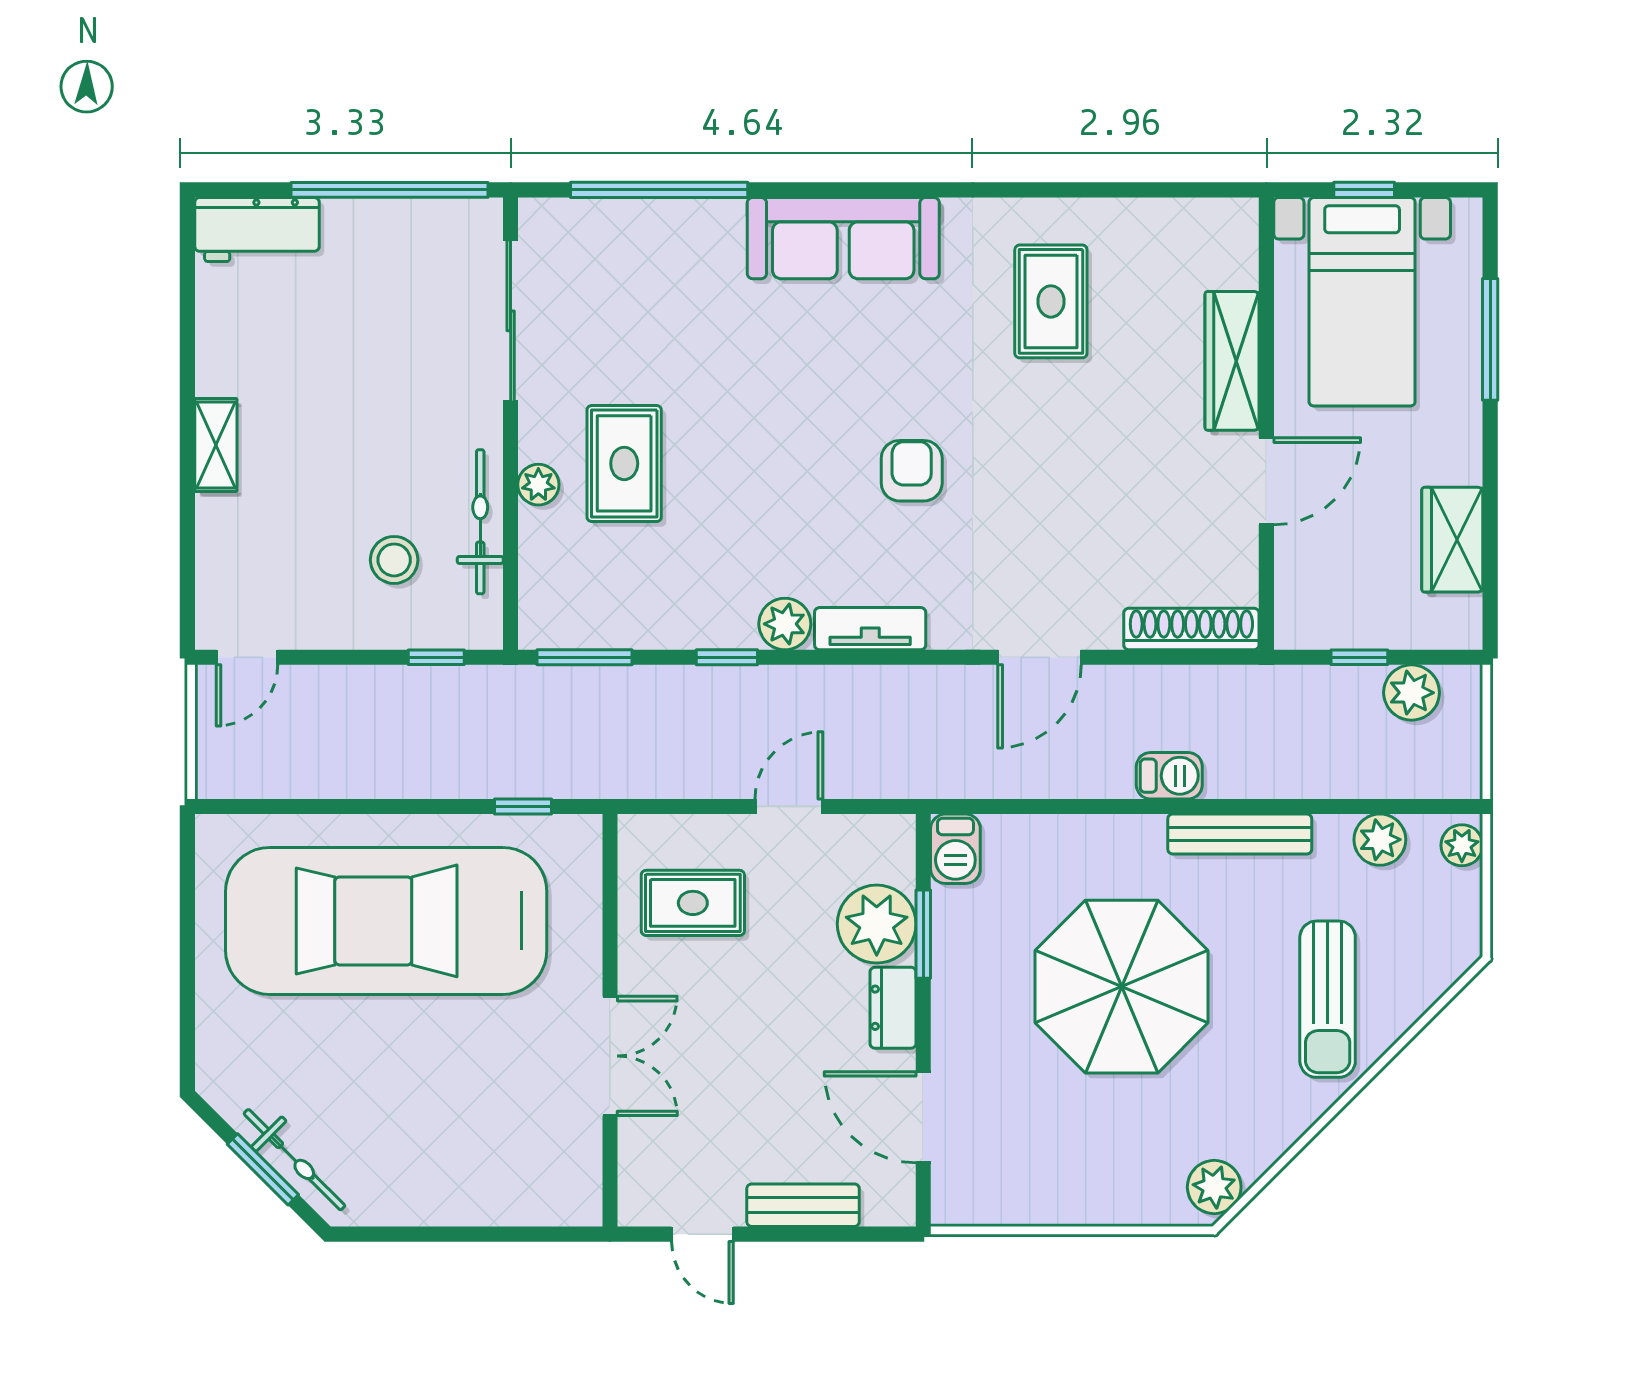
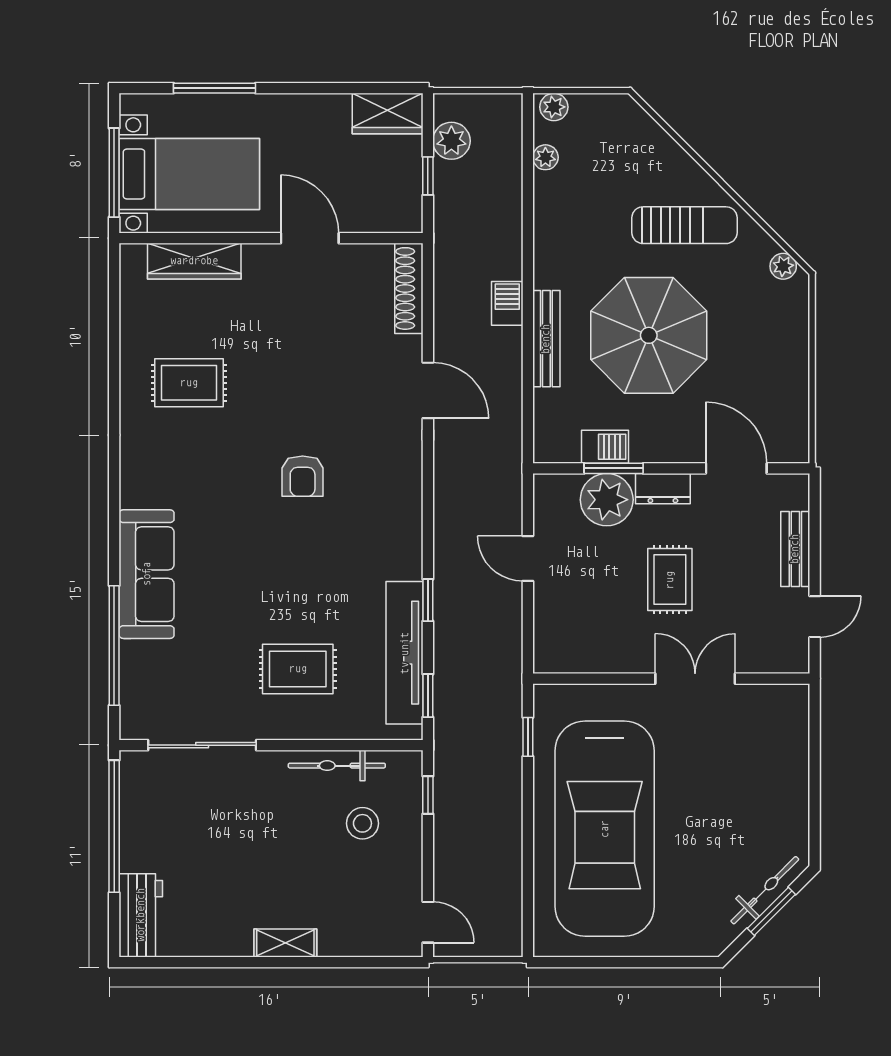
window: (1364, 190) -> (114, 173), width x2.17
sofa: (843, 238) -> (147, 574), moved
wardrobe: (1232, 361) -> (194, 261), moved
armchair: (912, 471) -> (303, 476), turned -90
plant: (538, 485) -> (312, 727), removed
wardrobe: (1452, 540) -> (388, 114), moved
plant: (785, 624) -> (405, 561), removed
tv unit: (870, 629) -> (405, 653), moved, width x1.92, depth x1.29
window: (584, 657) -> (428, 696), width x0.67
bench: (1240, 834) -> (546, 339), moved
plant: (1380, 840) -> (545, 157), width x0.73, depth x0.73
barbecue: (955, 849) -> (605, 447), moved
rug: (693, 903) -> (670, 580), moved
sun lounger: (1328, 999) -> (684, 225), moved
door: (923, 1117) -> (736, 468), swing flipped
plant: (1214, 1187) -> (783, 266), width x0.73, depth x0.73

